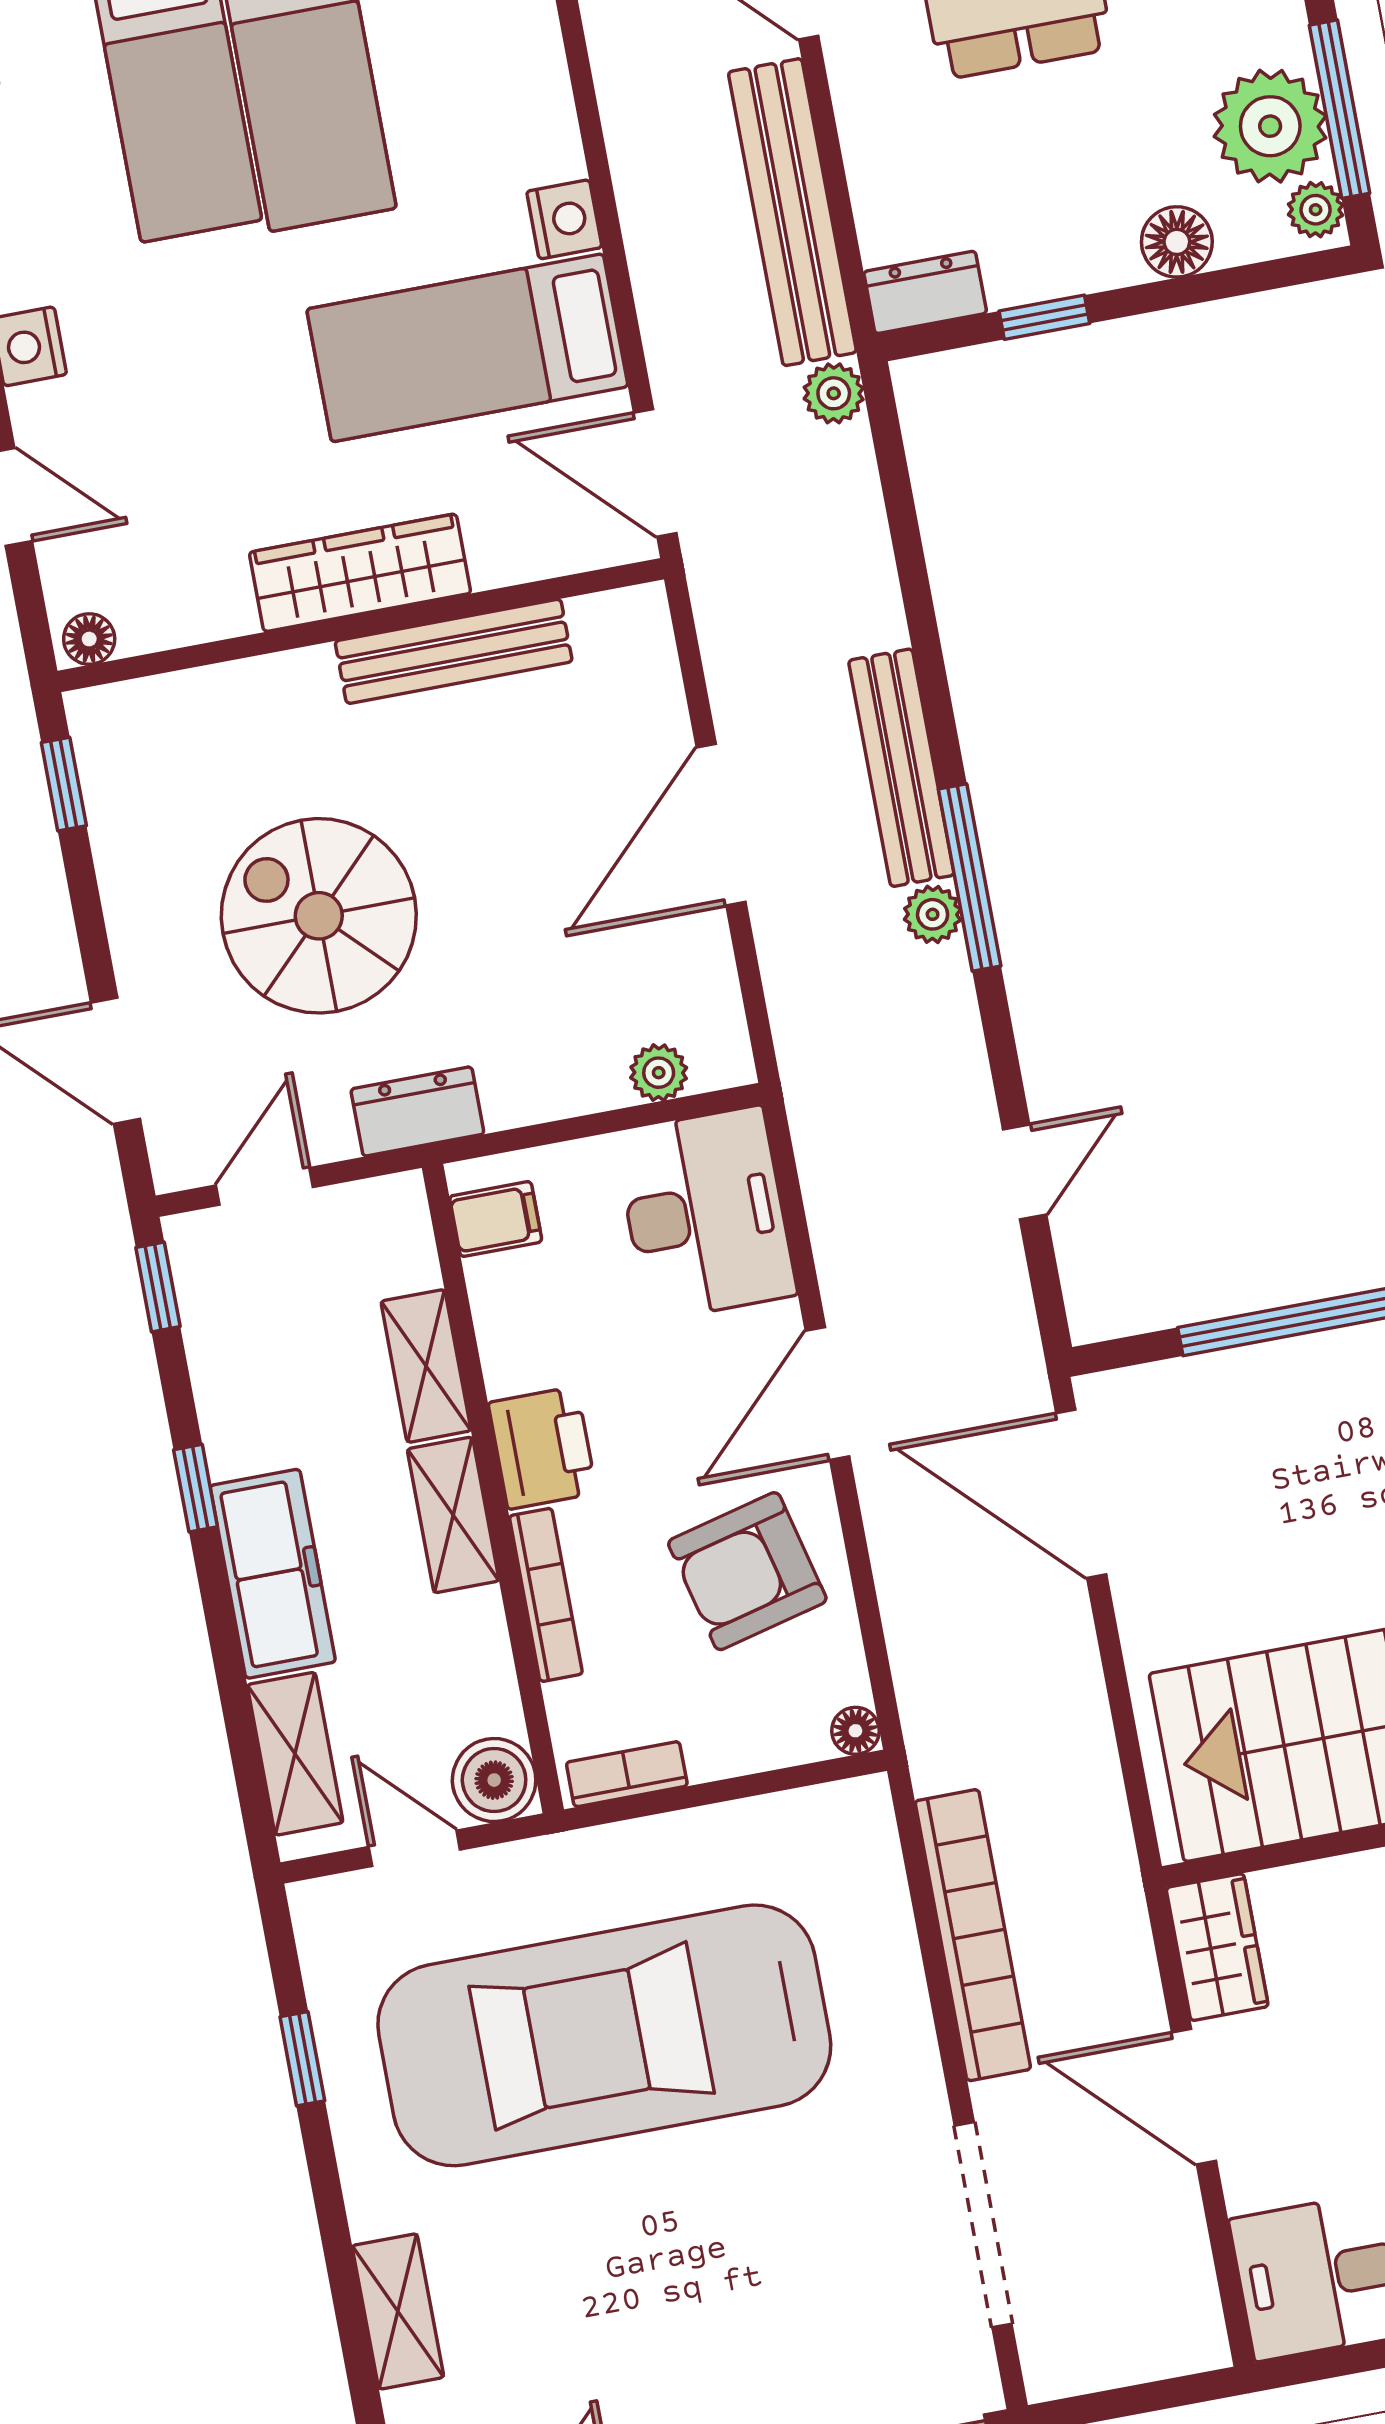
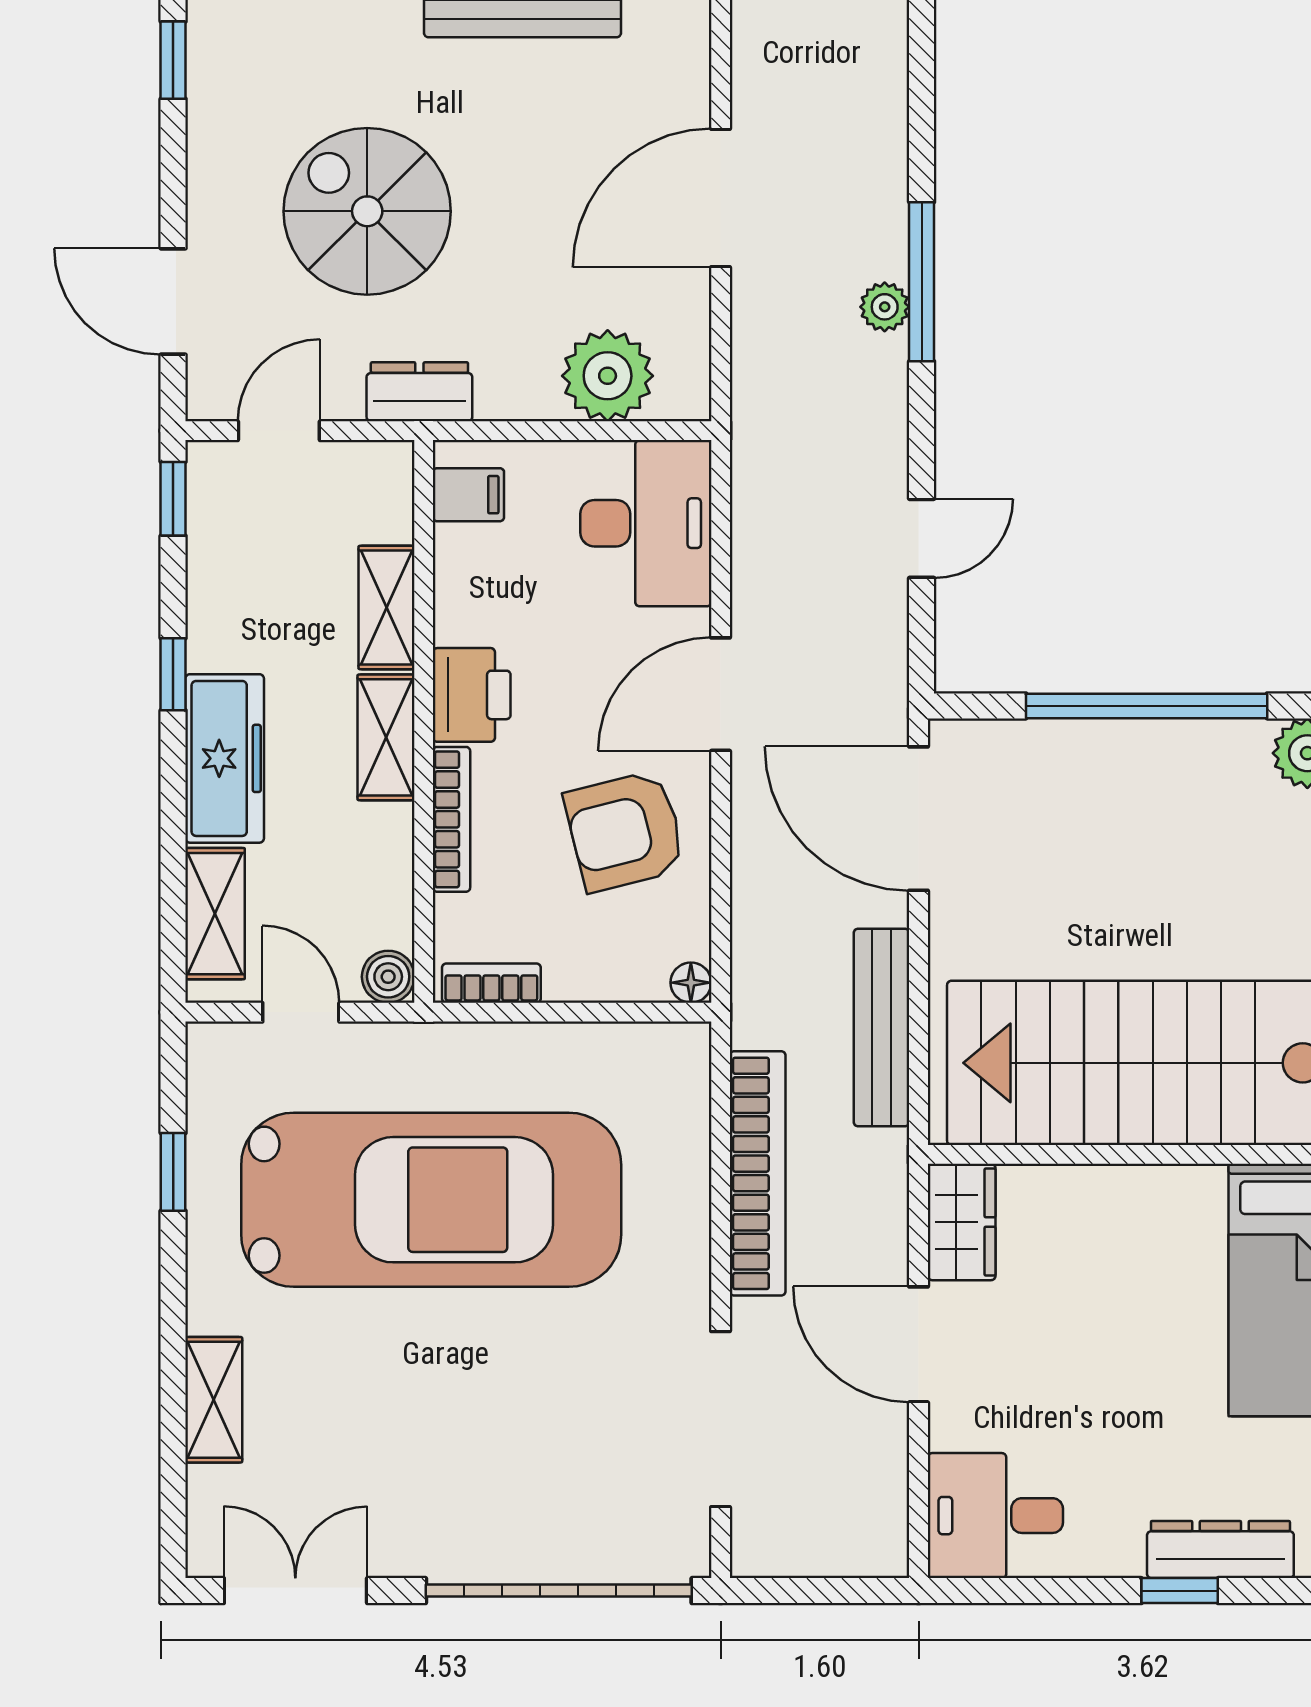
bench: (901, 768) -> (882, 1028), moved
plant: (659, 1073) -> (608, 376), width x1.88, depth x1.88
boiler: (494, 1780) -> (388, 977), width x0.73, depth x0.73
car: (604, 2035) -> (431, 1200), turned 180

